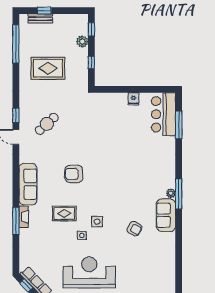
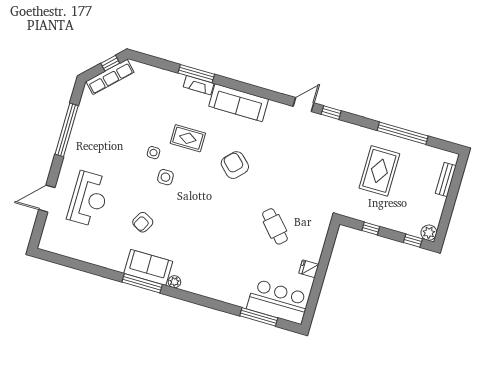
window: (44, 11) -> (454, 187), removed
plant: (82, 41) -> (429, 233), moved
window: (16, 44) -> (403, 133), moved
cafe table: (47, 124) -> (275, 226), moved
armchair: (74, 174) -> (235, 165), turned -46
window: (179, 194) -> (142, 283), moved
rug: (64, 214) -> (188, 138), turned 90
reception desk: (89, 272) -> (89, 199), moved, width x0.74, depth x0.77

